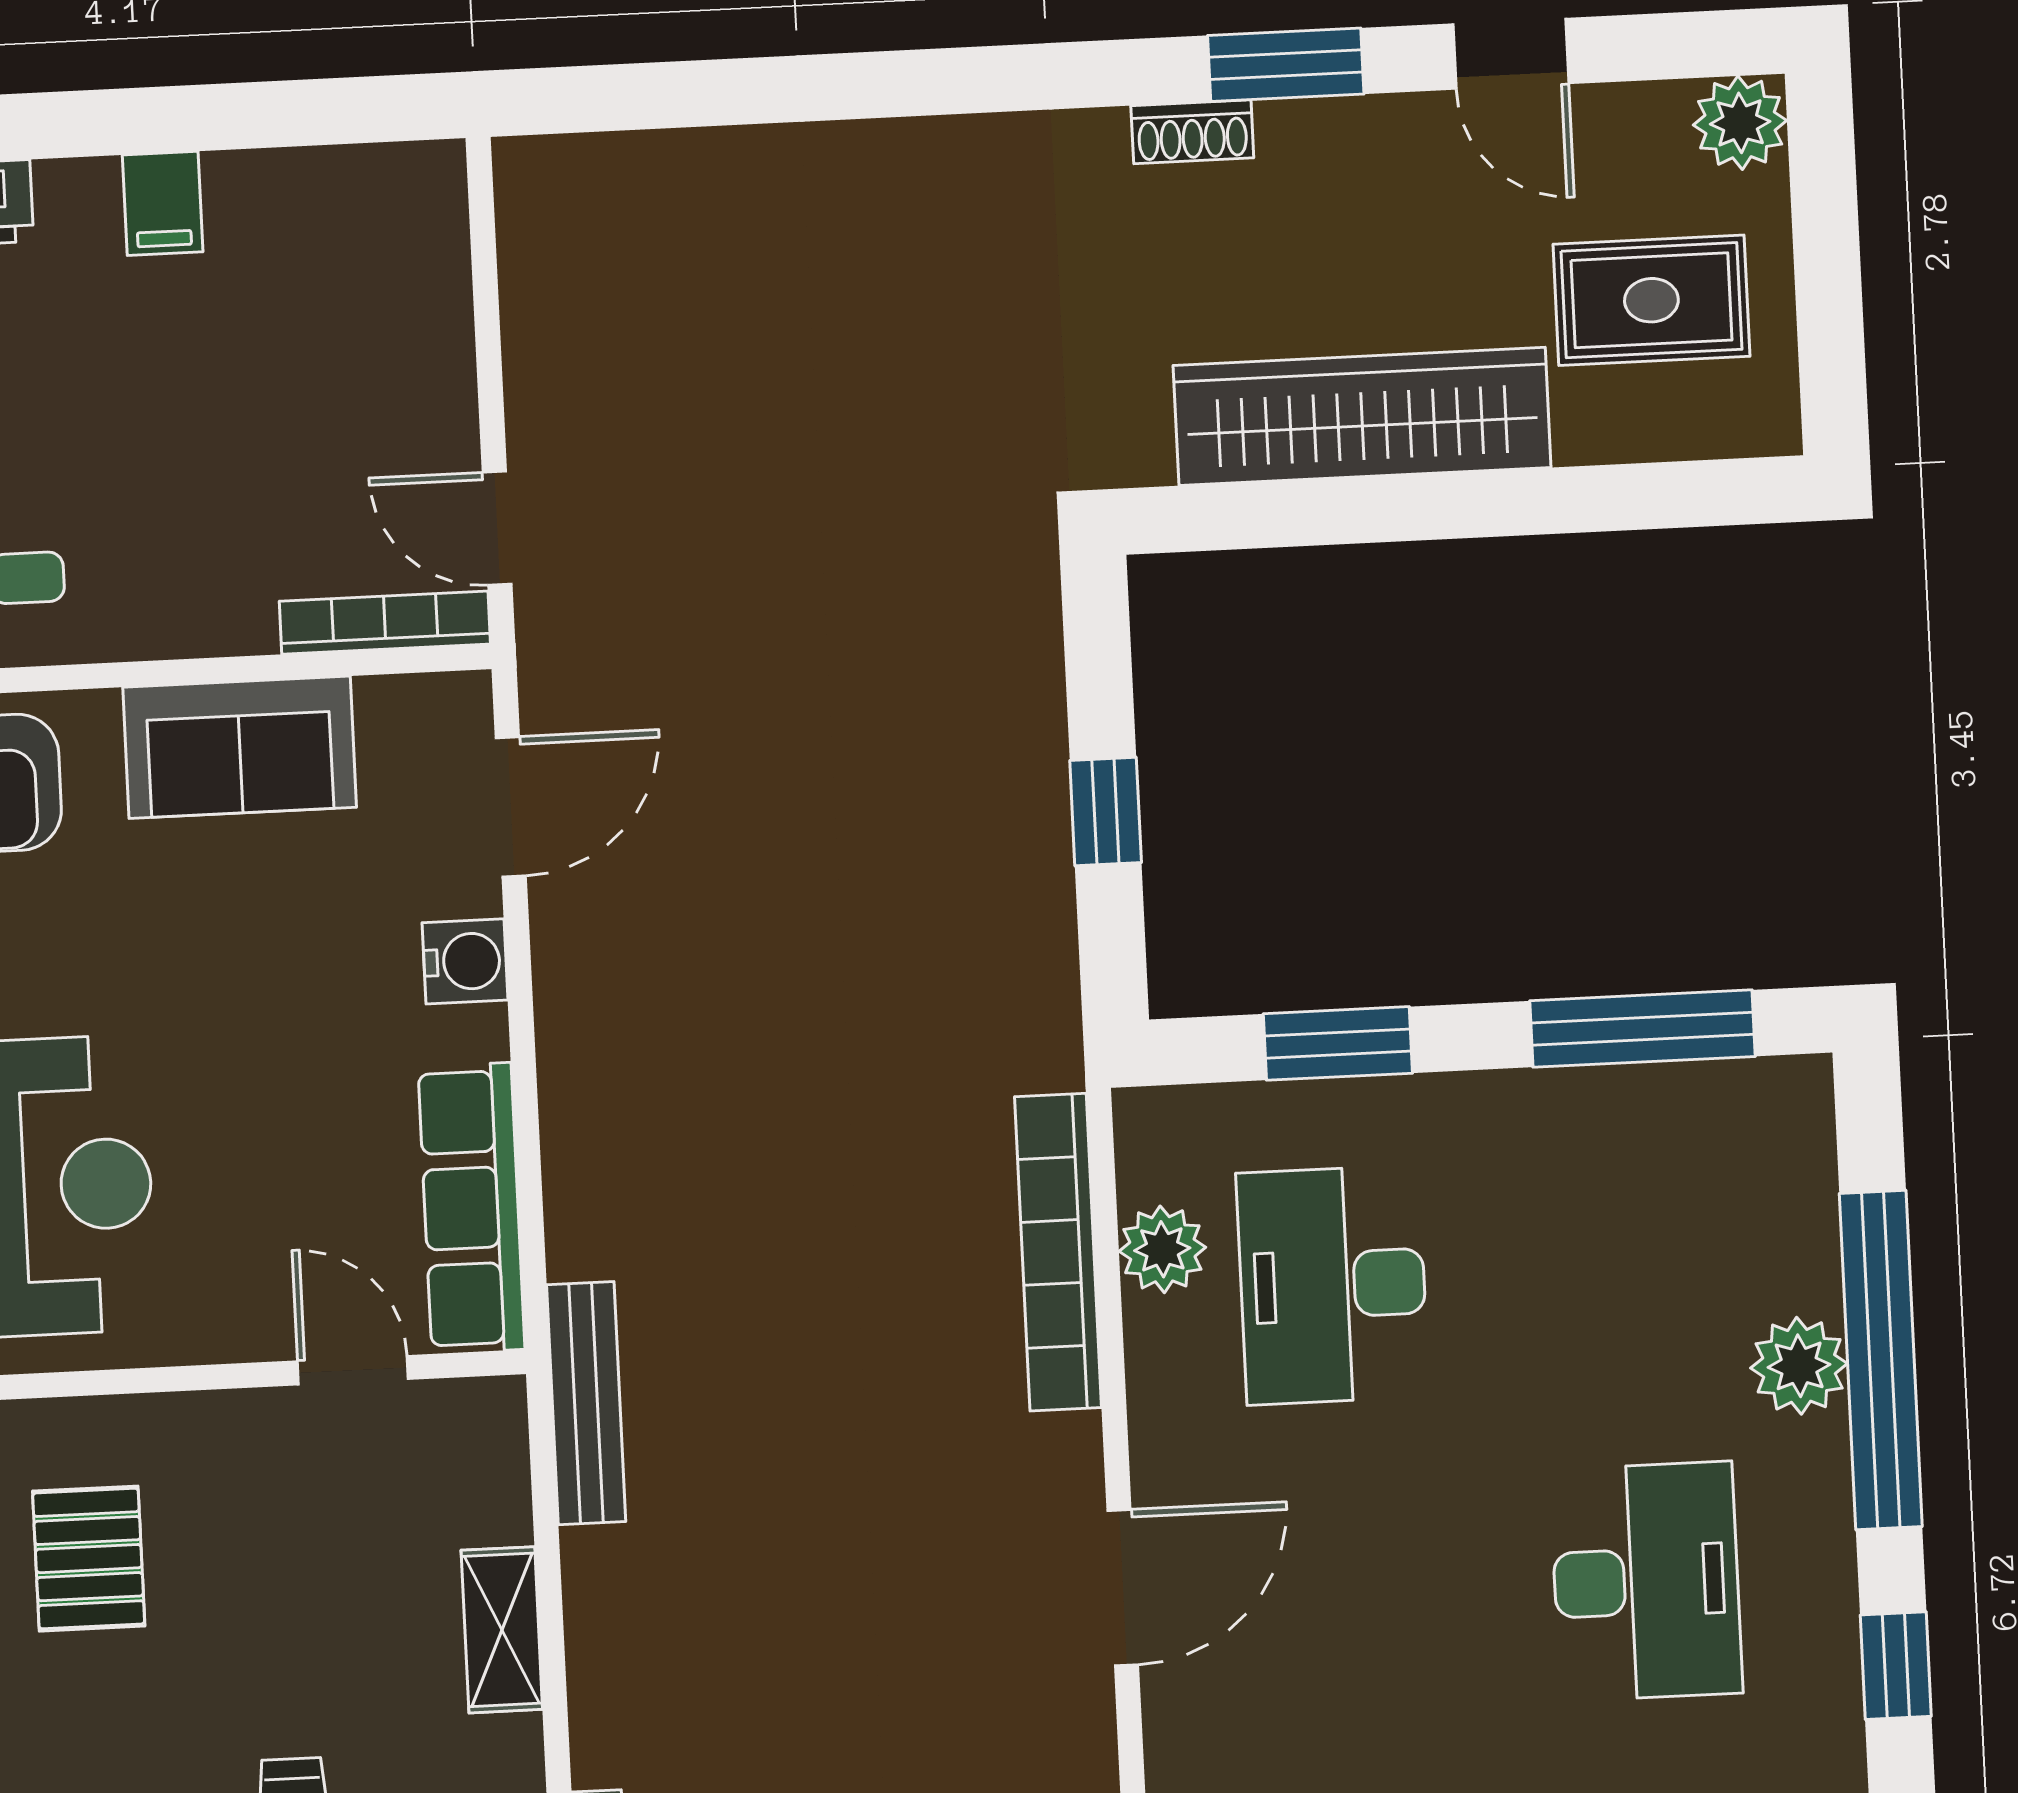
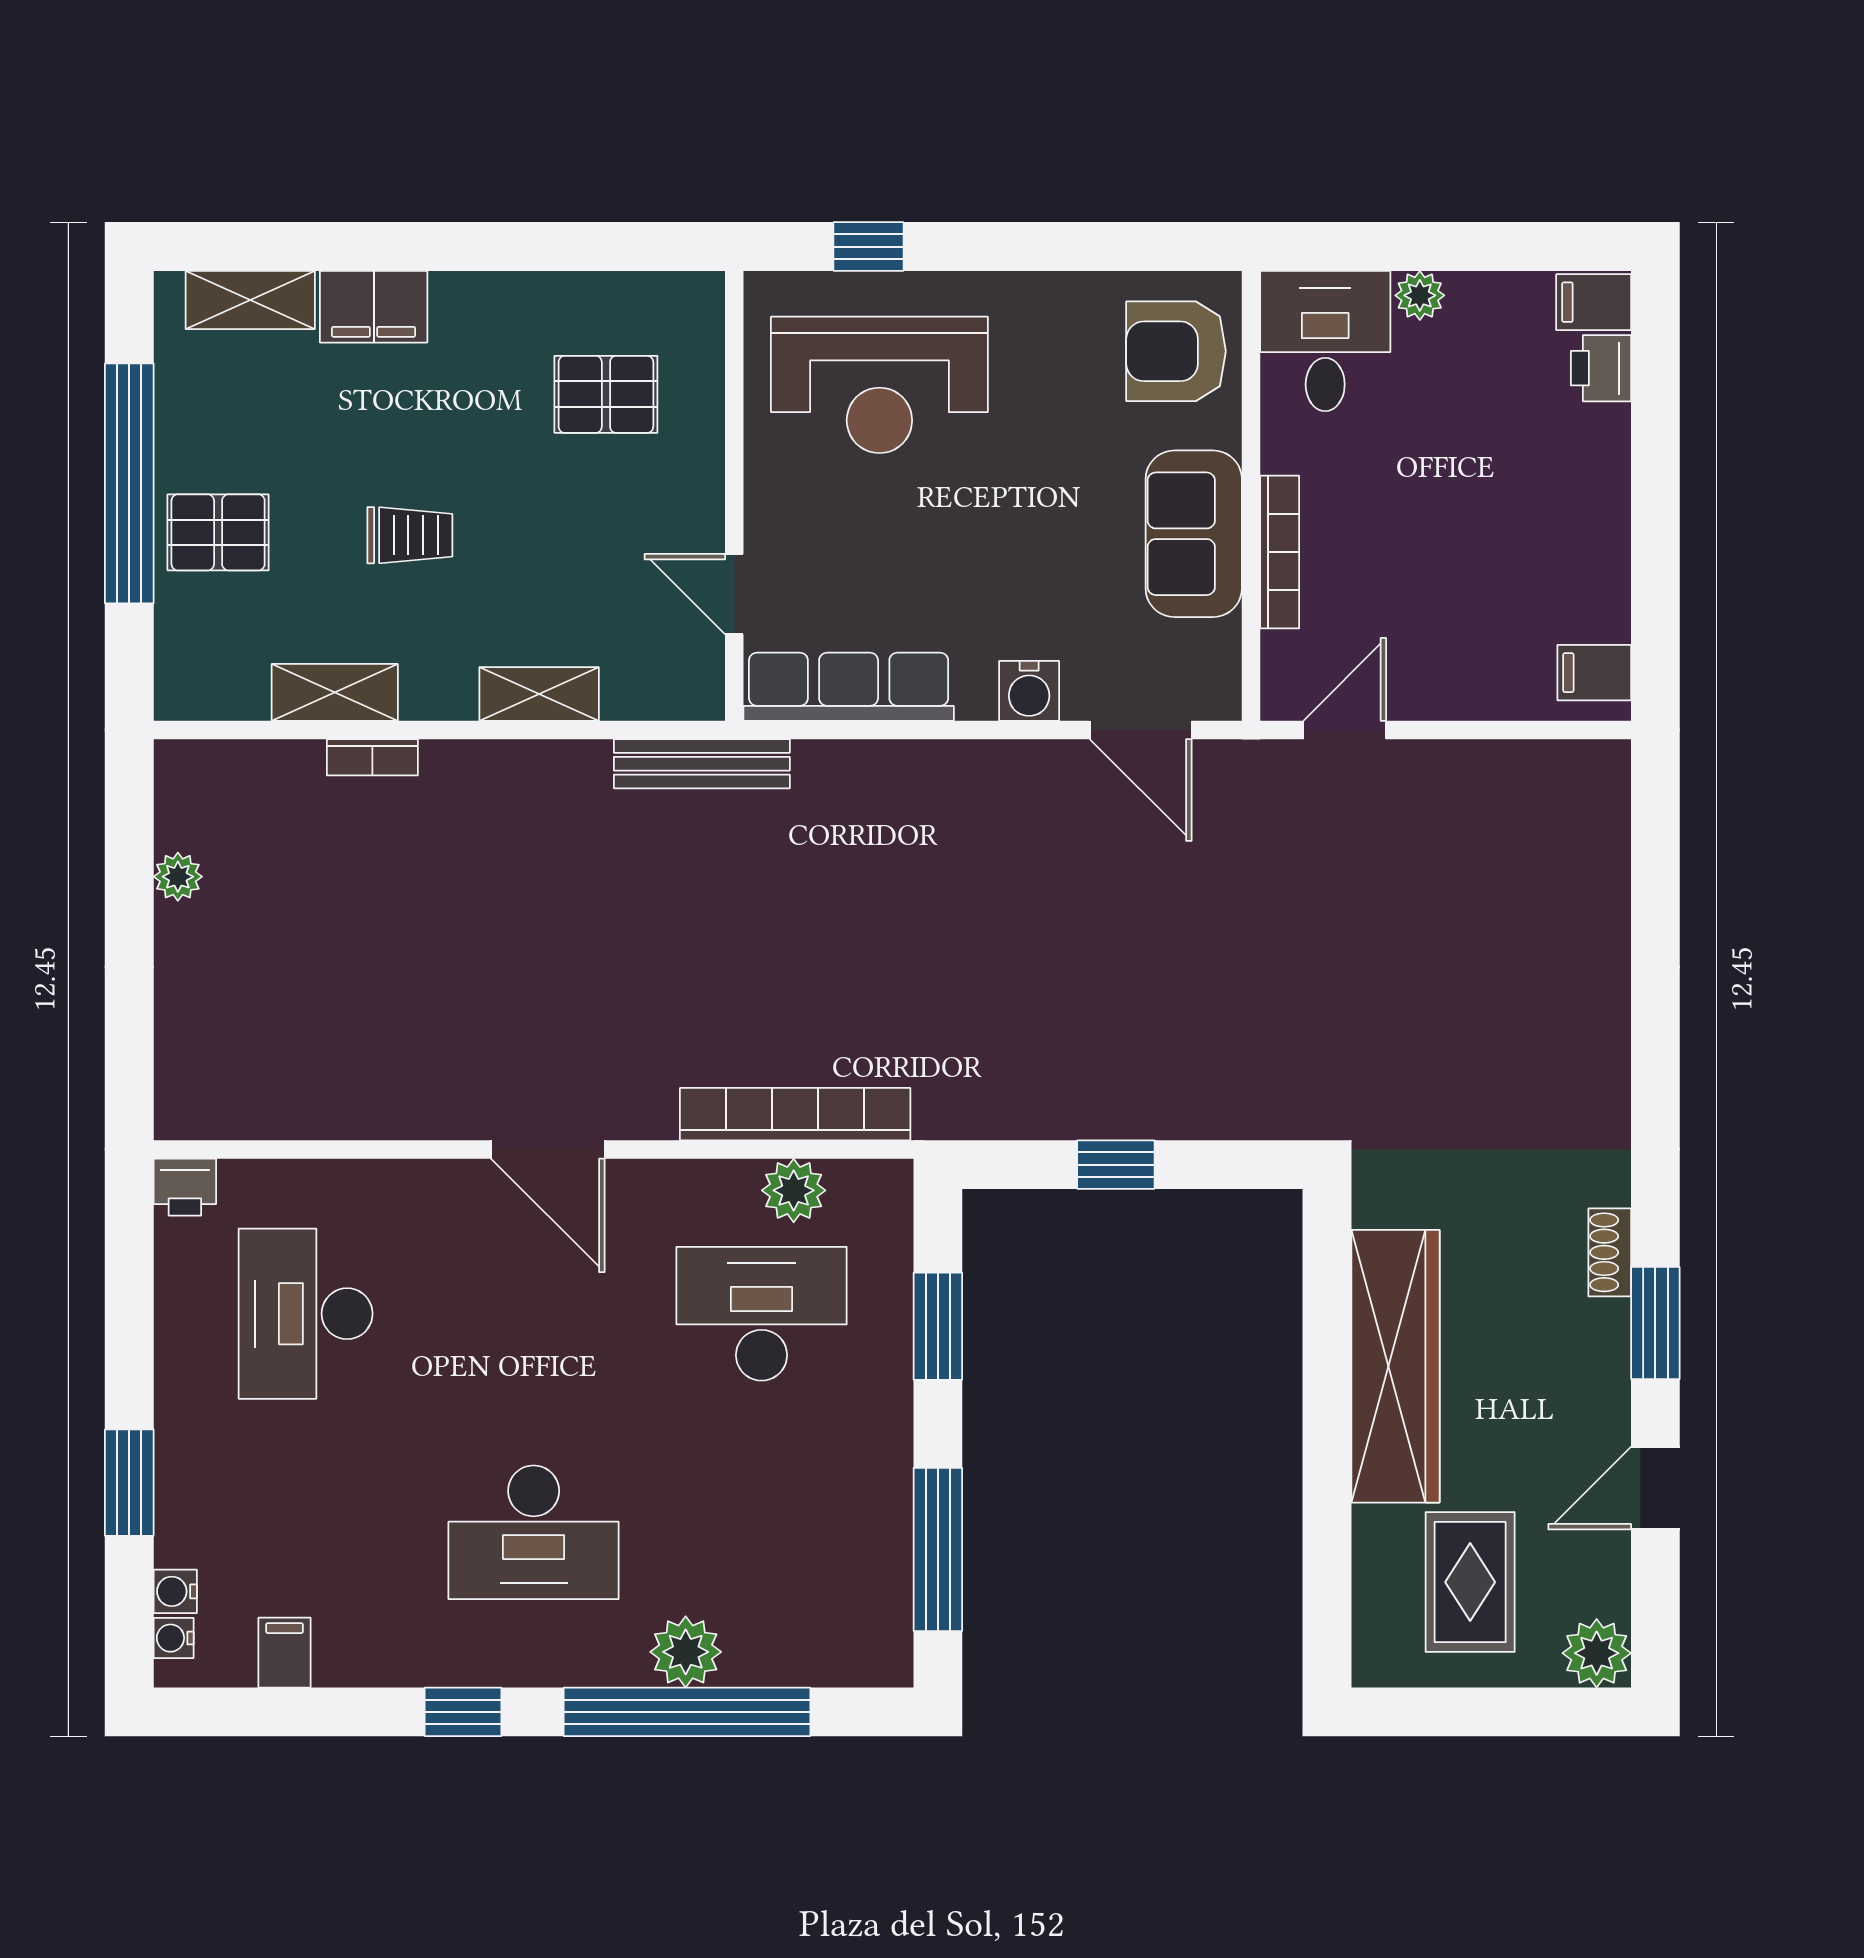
filing cabinet: (163, 203) -> (1594, 673), moved
bookcase: (385, 623) -> (1280, 552), moved
door: (353, 1370) -> (734, 594), swing flipped

